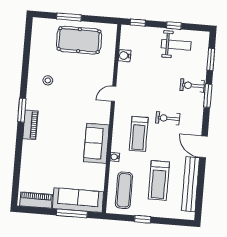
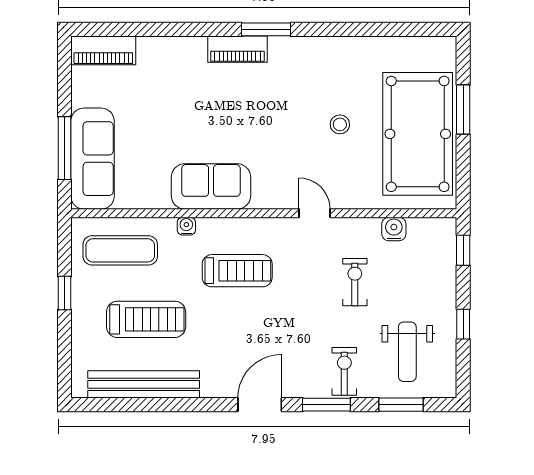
pool table: (79, 40) -> (418, 134), width x1.36, depth x1.32
weight bench: (176, 45) -> (407, 352), moved
stool: (48, 80) -> (340, 124), moved
exercise bike: (168, 118) -> (355, 282), moved
treadmill: (139, 134) -> (237, 271), turned 180
door: (204, 147) -> (260, 405), moved
treadmill: (159, 180) -> (146, 319), turned 180
piano: (36, 200) -> (103, 50), moved, turned 90

